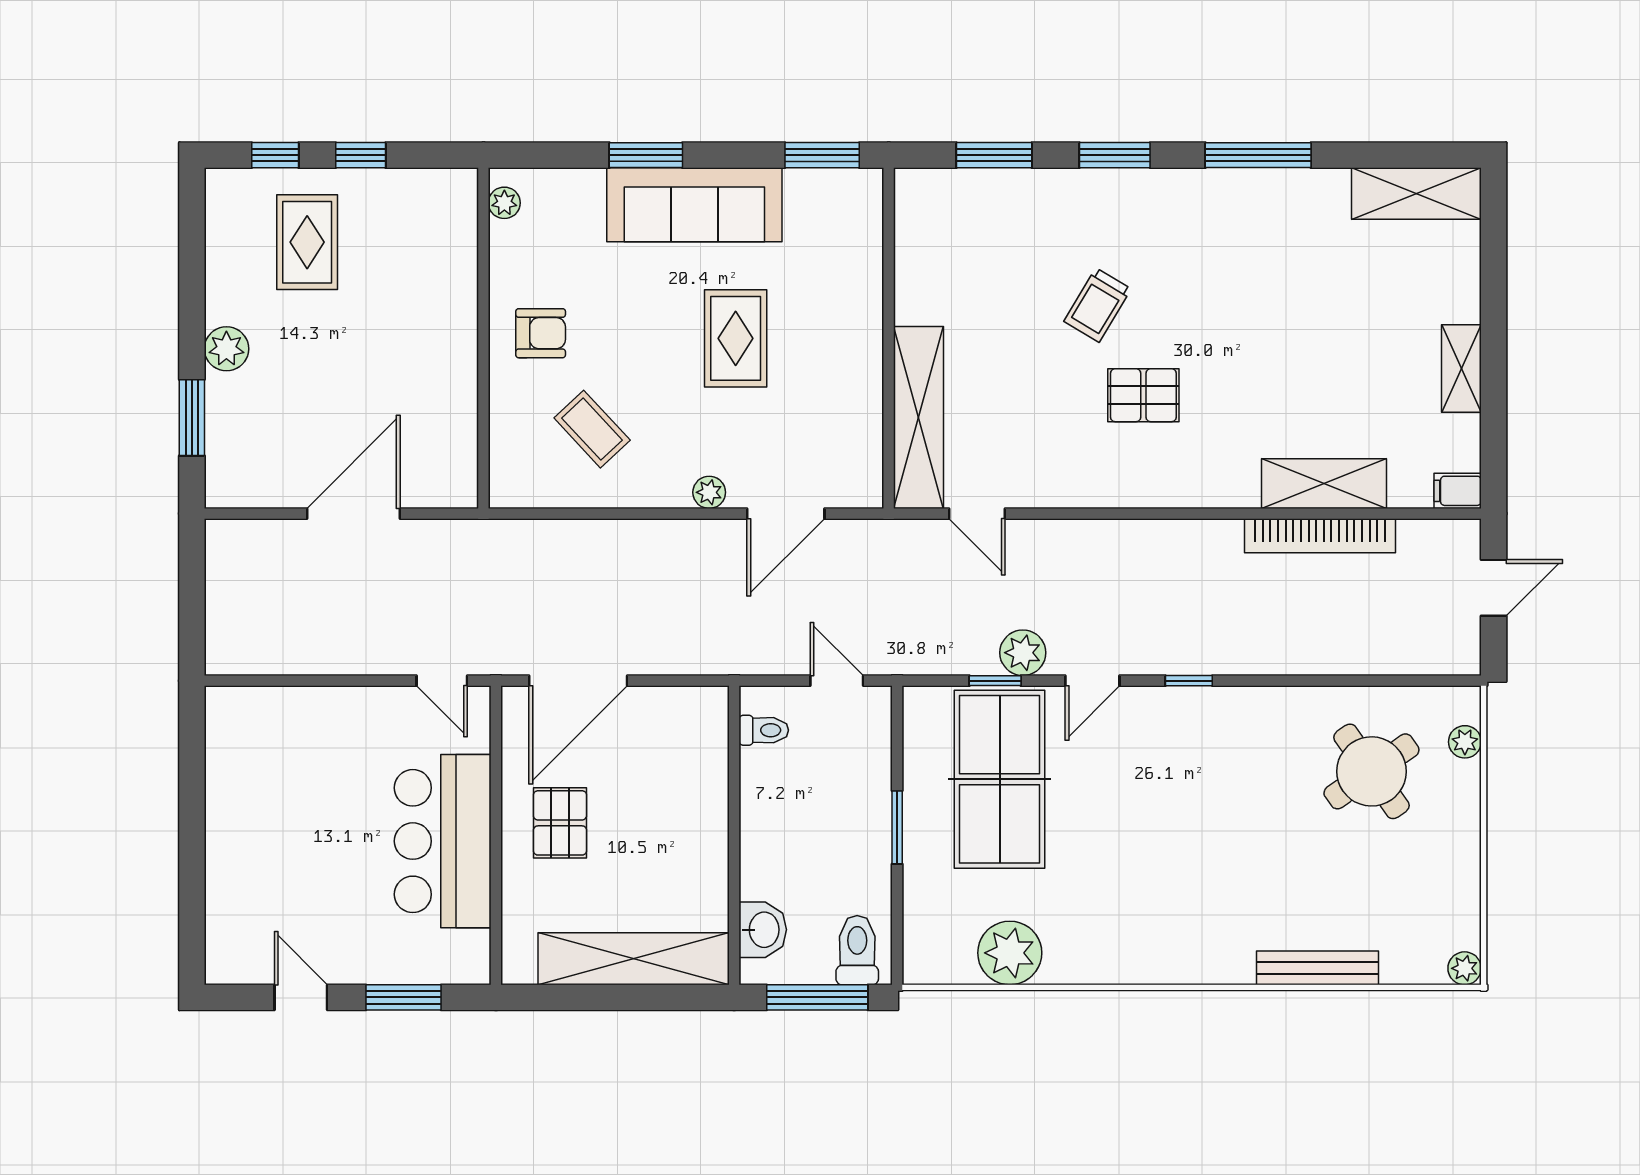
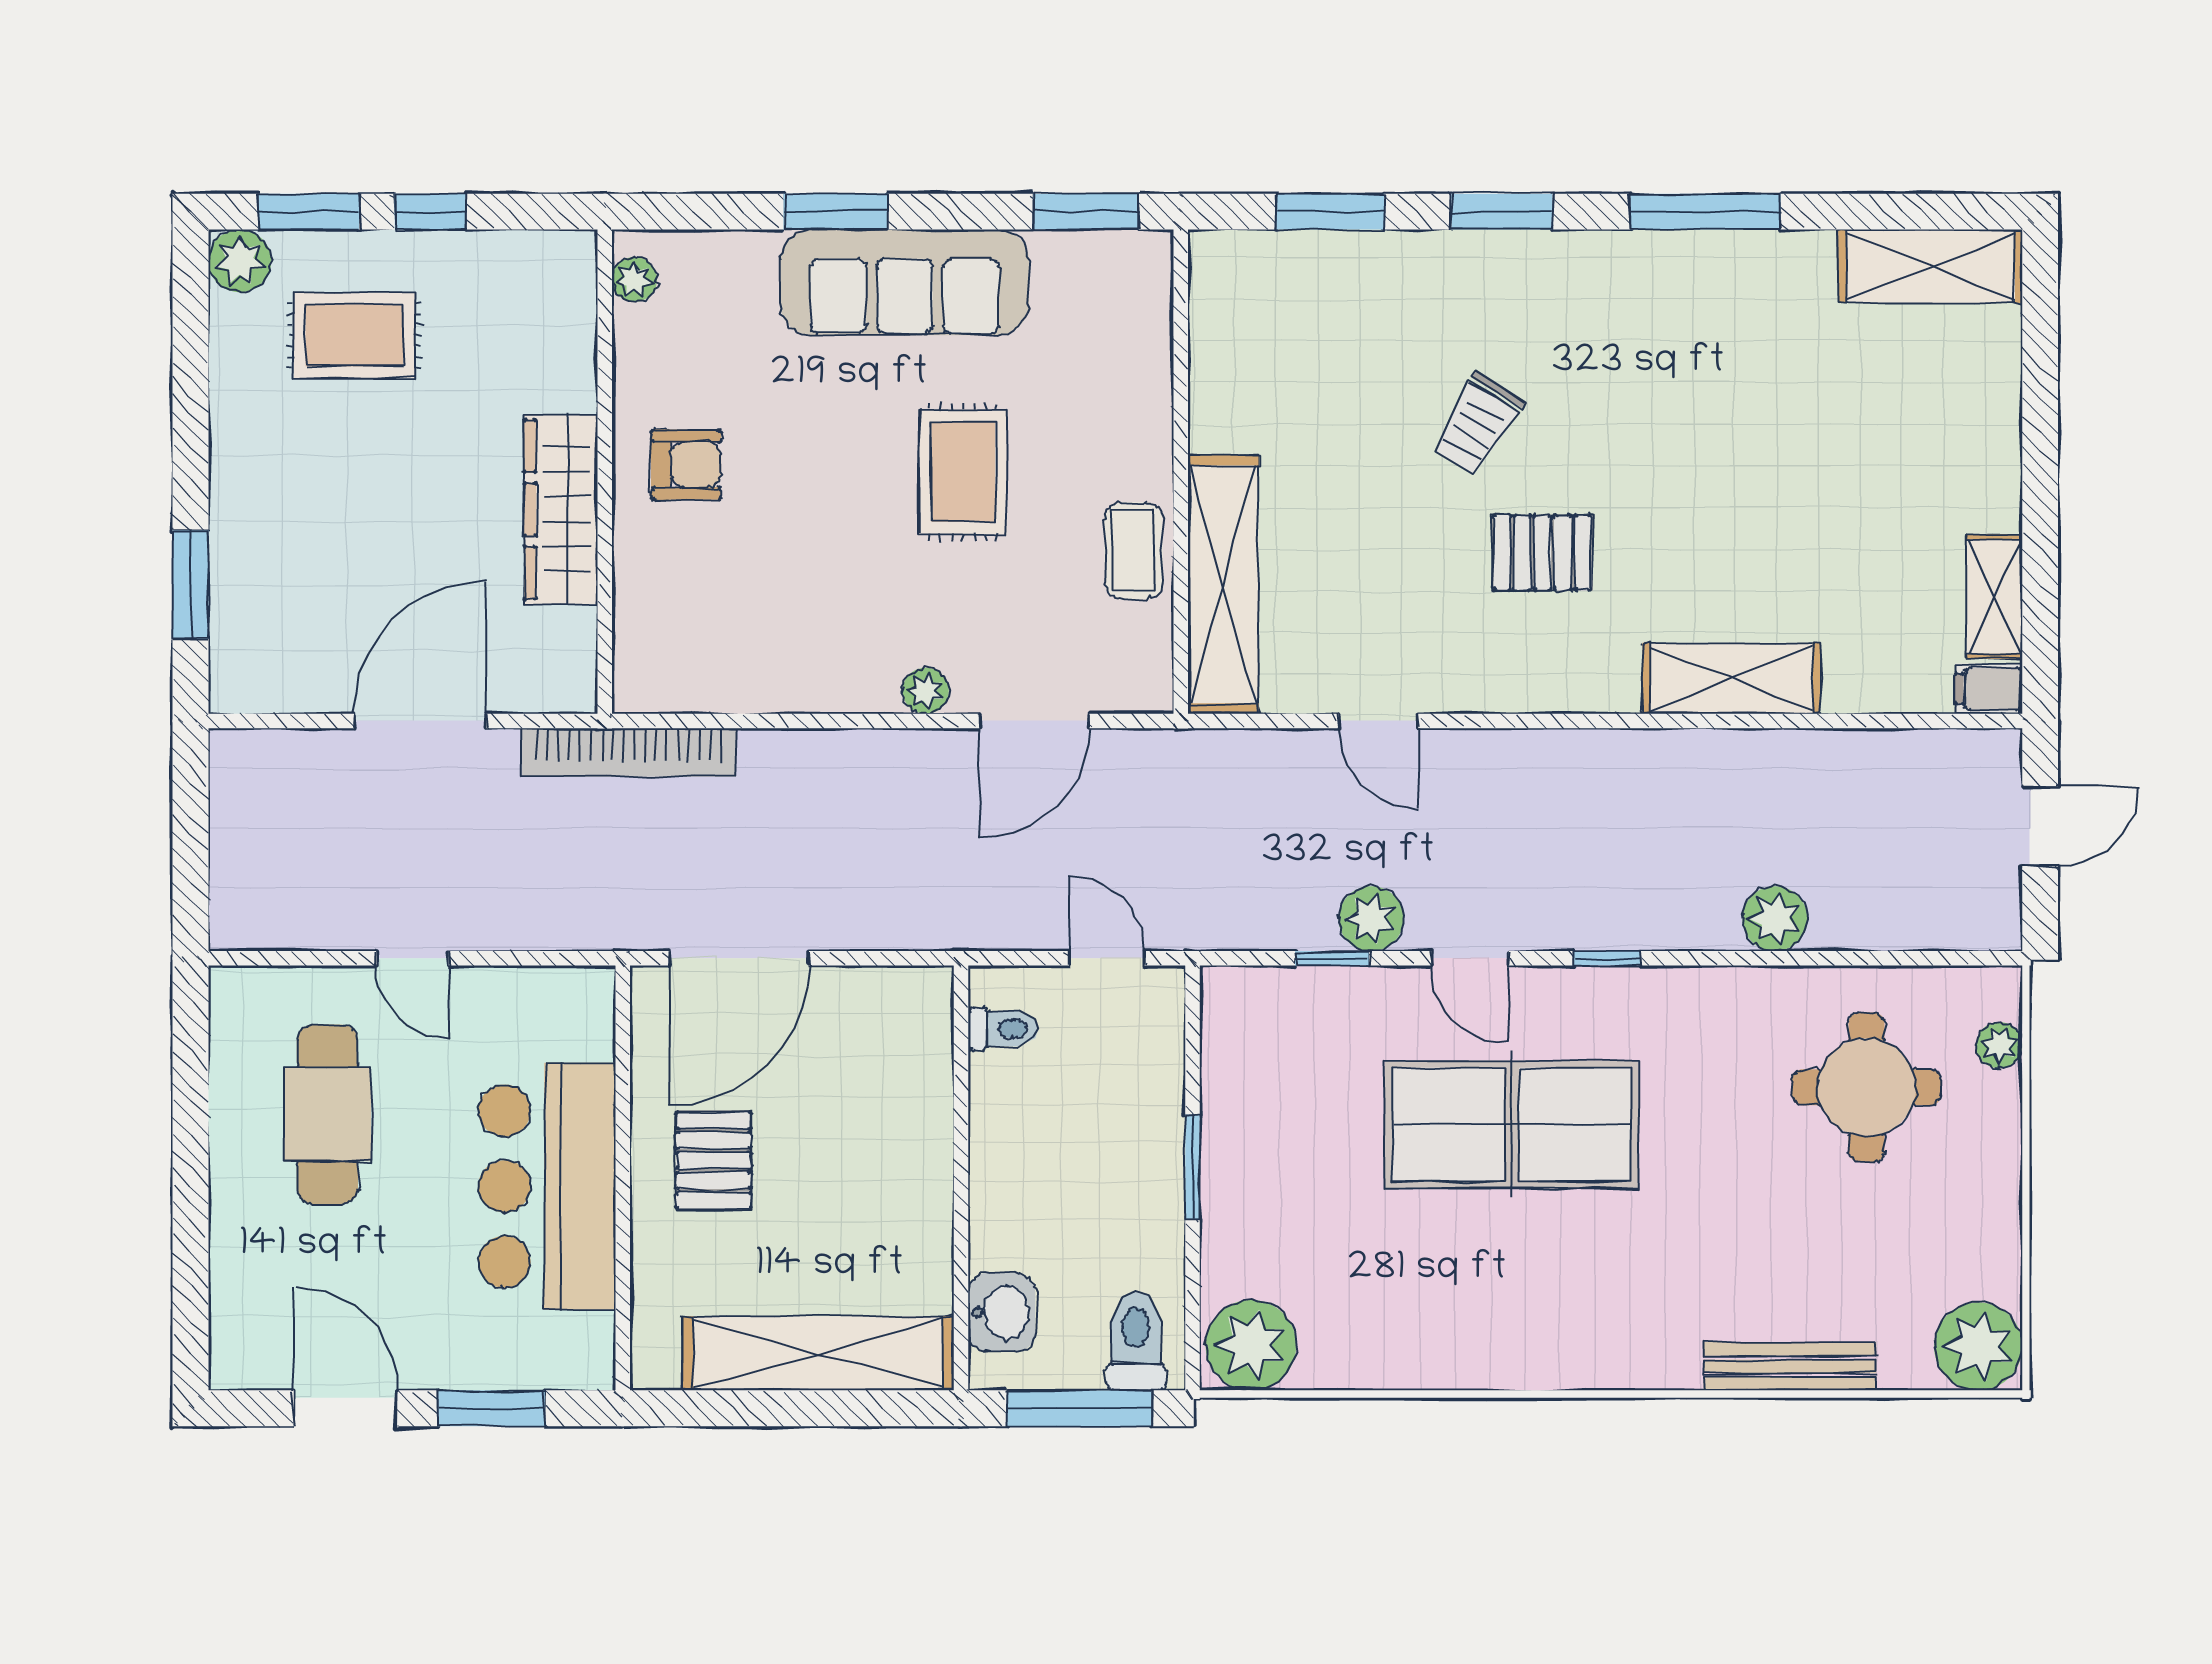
window: (275, 155) -> (309, 212), width x1.50
rug: (307, 242) -> (354, 335), turned 90
plant: (226, 349) -> (240, 261), moved
wardrobe: (453, 365) -> (561, 510), added
shelving: (1461, 369) -> (1994, 597), moved
coffee table: (592, 429) -> (1134, 551), moved, turned 42
shelving: (1324, 484) -> (1731, 678), moved
door: (977, 514) -> (1378, 721), moved
bookcase: (1320, 536) -> (629, 752), moved
plant: (1307, 653) -> (1775, 919), added
door: (442, 681) -> (413, 958), moved
door: (1092, 681) -> (1470, 958), hinge flipped
round table: (1371, 771) -> (1867, 1087), turned 35
table tennis table: (1000, 779) -> (1511, 1125), moved, turned 90
cafe table: (288, 791) -> (327, 1114), added
plant: (1010, 953) -> (1251, 1345), moved
plant: (1465, 968) -> (1978, 1346), width x1.88, depth x1.88
door: (301, 997) -> (345, 1408), width x1.38

